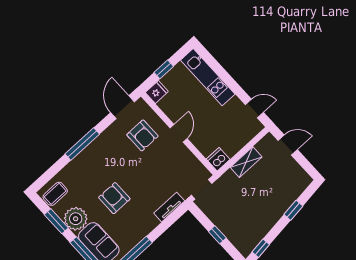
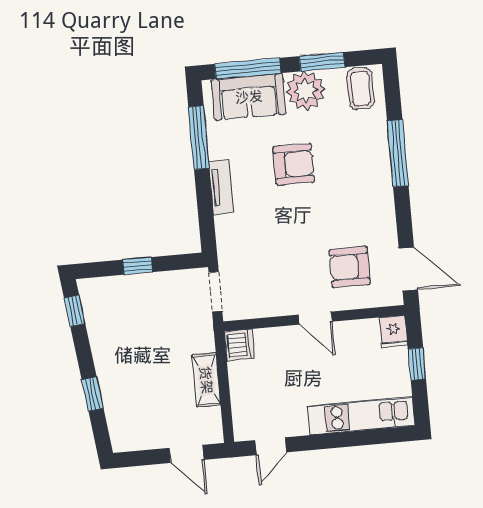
window: (82, 144) -> (398, 153), moved
door: (288, 145) -> (187, 454), hinge flipped
tv unit: (169, 207) -> (221, 187), moved

